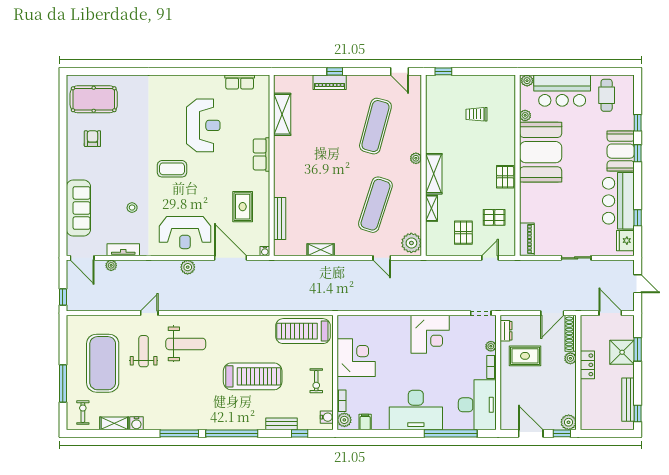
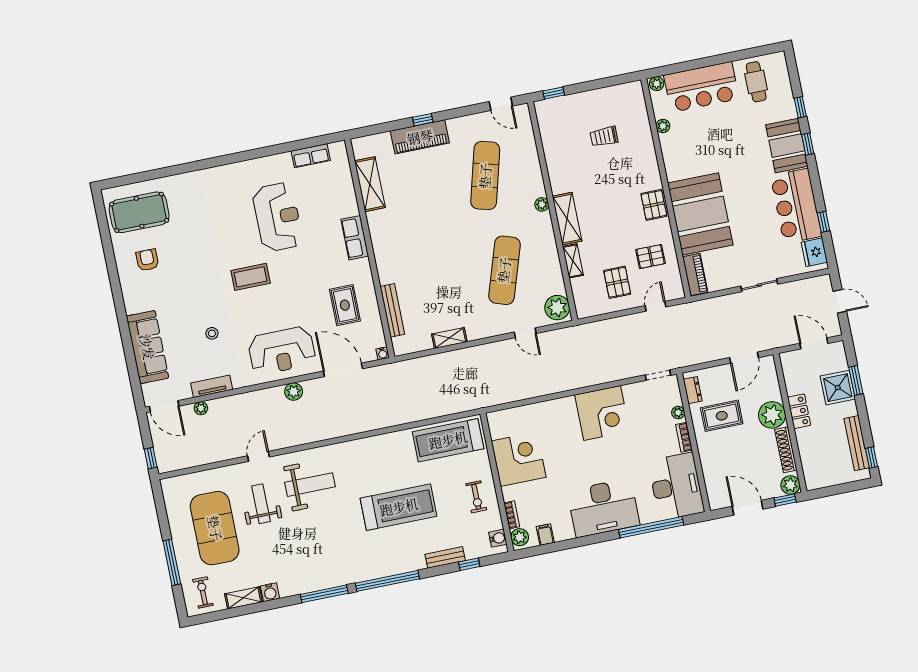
piano: (330, 82) -> (420, 137), width x1.37, depth x1.33
booth: (541, 152) -> (700, 214), moved
shoe rack: (571, 333) -> (786, 450), moved
plant: (570, 358) -> (772, 415), width x1.87, depth x1.87

